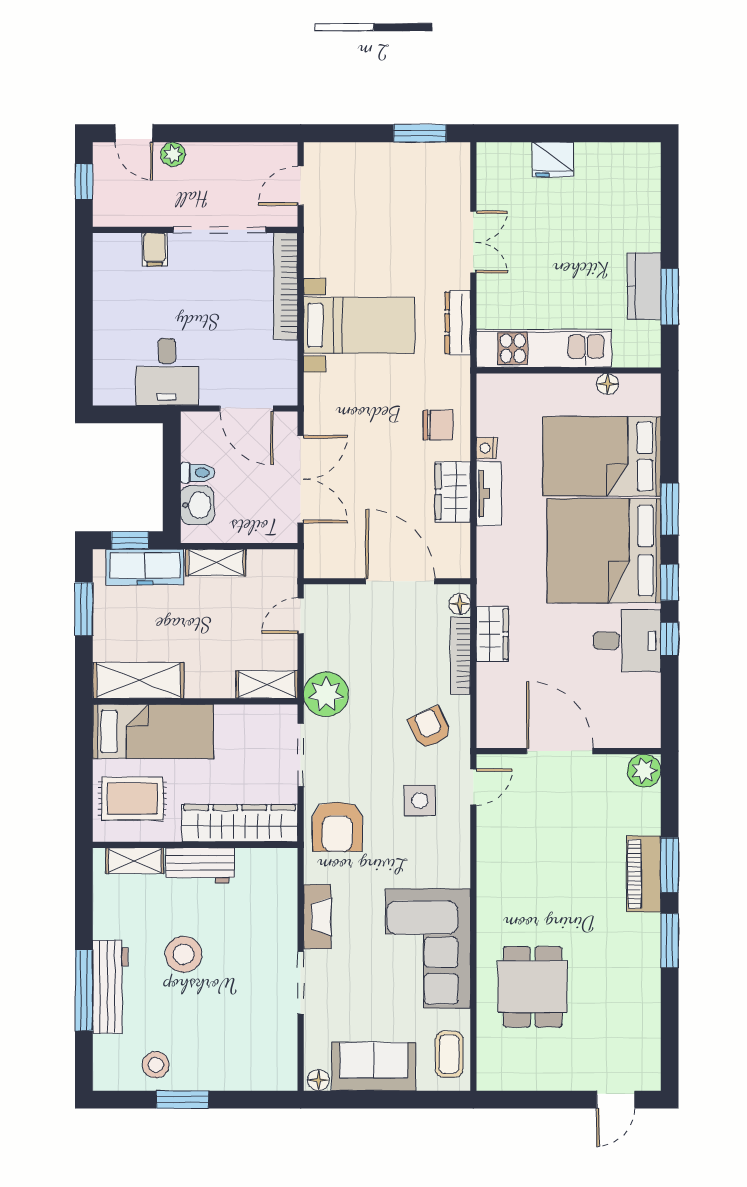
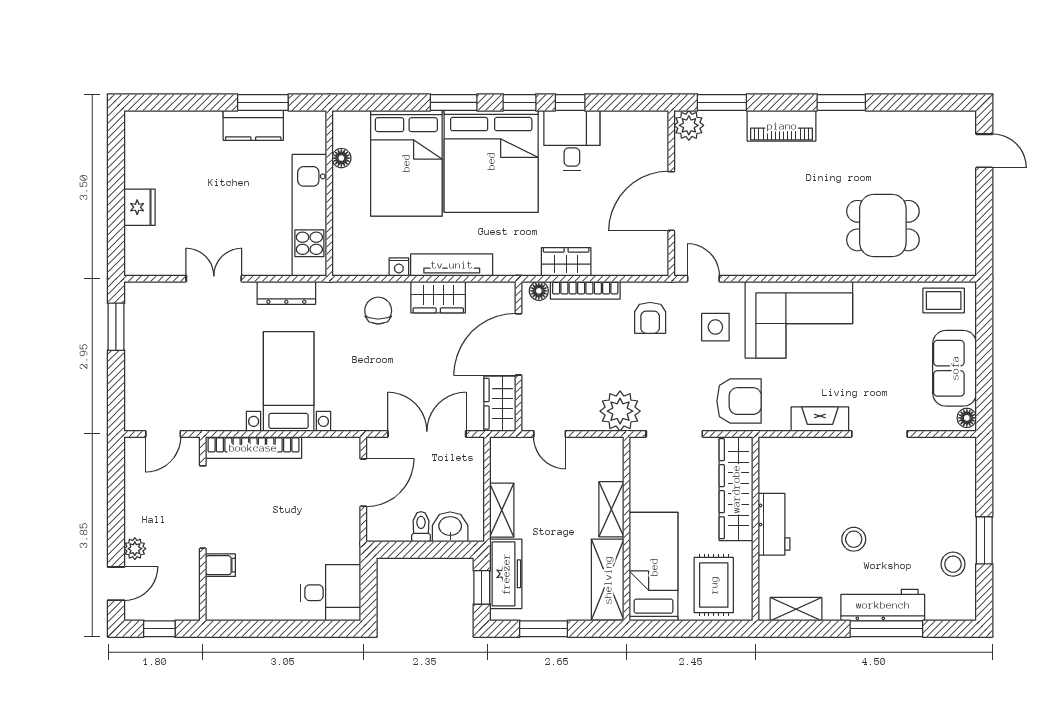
door: (301, 186) -> (163, 434), hinge flipped
desk: (167, 372) -> (330, 593), moved
tv unit: (489, 494) -> (452, 265), width x1.41
wardrobe: (334, 561) -> (500, 404), added
shelving: (267, 685) -> (611, 509), moved
armchair: (430, 728) -> (650, 318), turned -65
shelving: (135, 861) -> (796, 609), moved, turned 90
window: (670, 865) -> (722, 102), moved
corner sofa: (428, 948) -> (799, 320), moved
stool: (184, 954) -> (854, 539), width x0.73, depth x0.73

